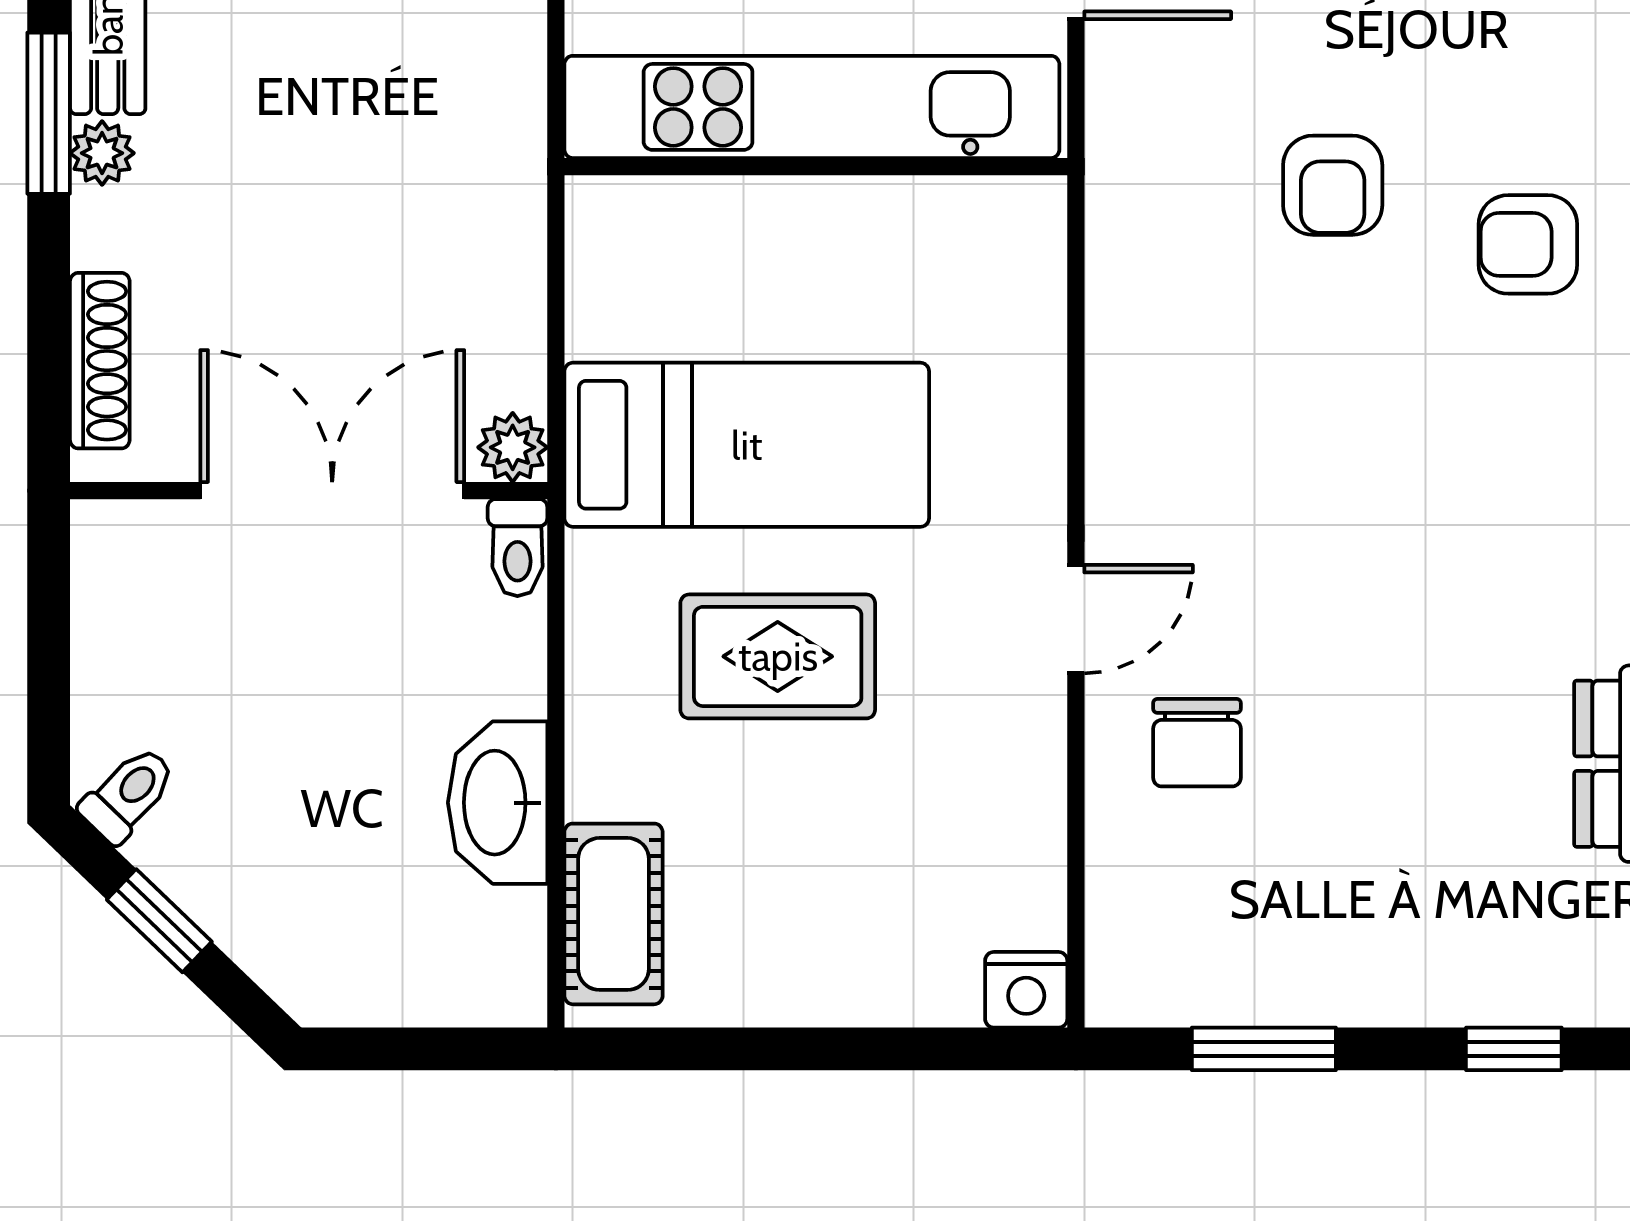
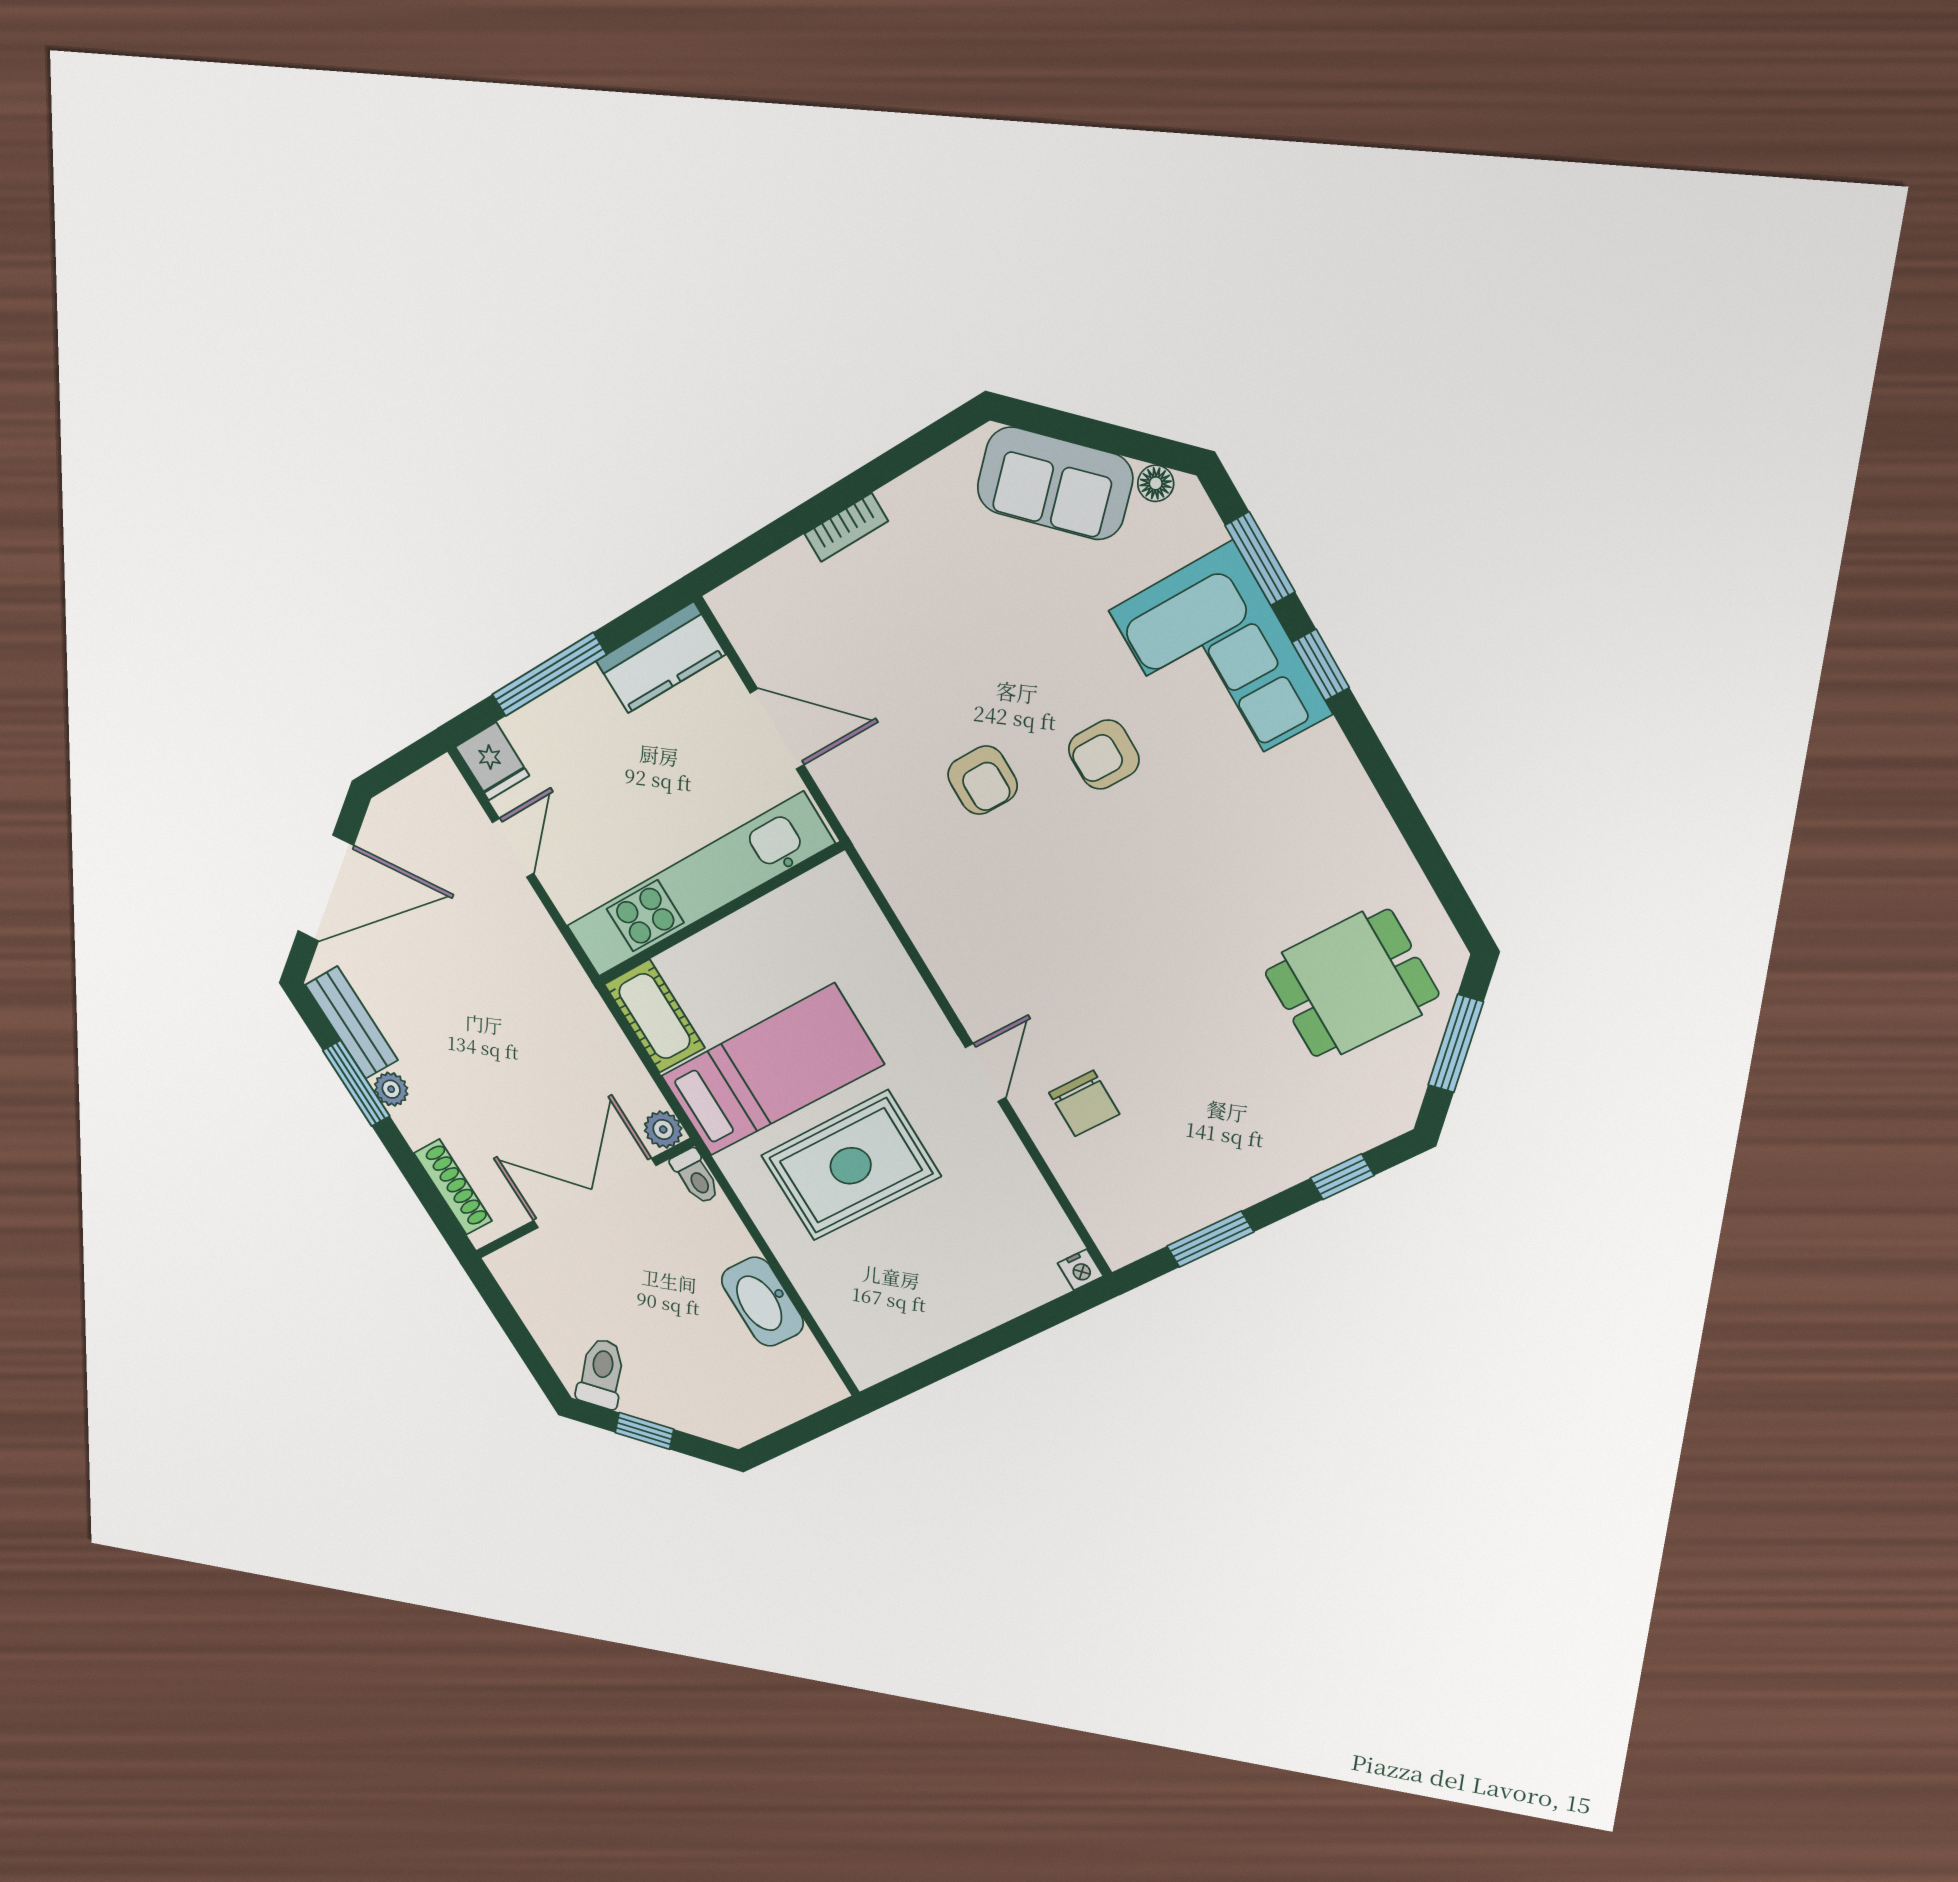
rug: (778, 656) -> (851, 1166), width x1.36, depth x1.43
toilet: (128, 794) -> (601, 1373), width x1.37, depth x1.39
cot: (613, 914) -> (655, 1016), moved
nightstand: (1026, 990) -> (1080, 1270), width x0.72, depth x0.74

